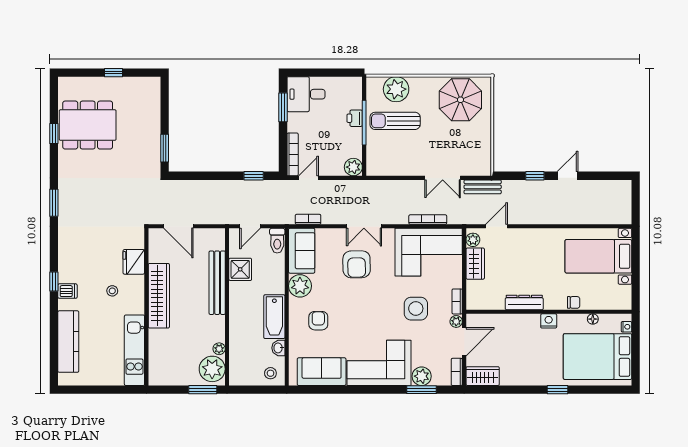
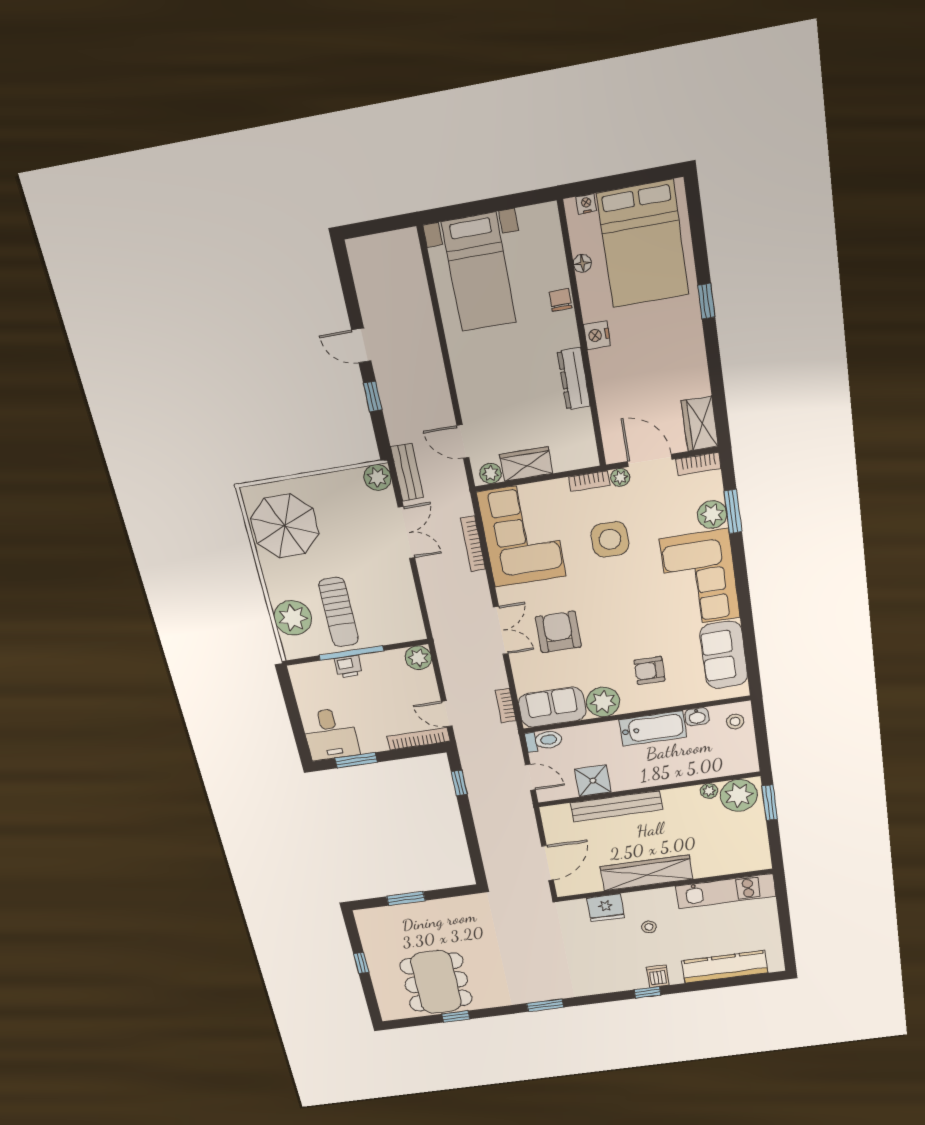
window: (165, 148) -> (406, 898), moved
plant: (483, 167) -> (377, 477), added
armchair: (357, 264) -> (558, 632), turned -89

